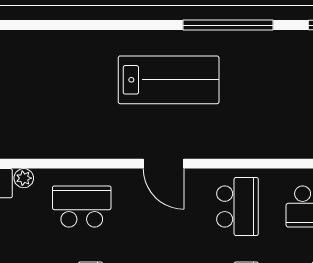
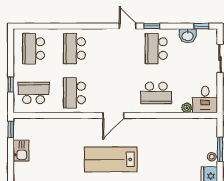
door: (164, 164) -> (113, 115), swing flipped

